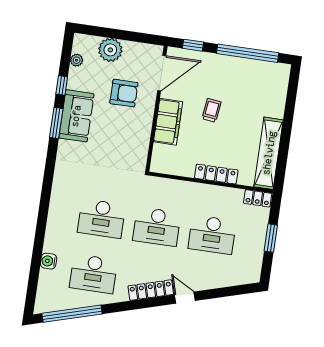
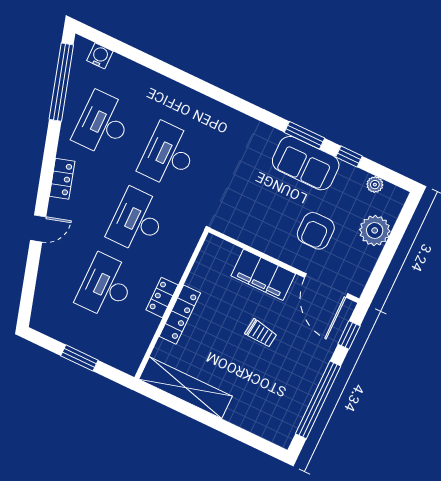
locker: (258, 198) -> (162, 297), moved
water cooler: (49, 261) -> (100, 56), moved
locker: (151, 290) -> (62, 179), width x0.66

